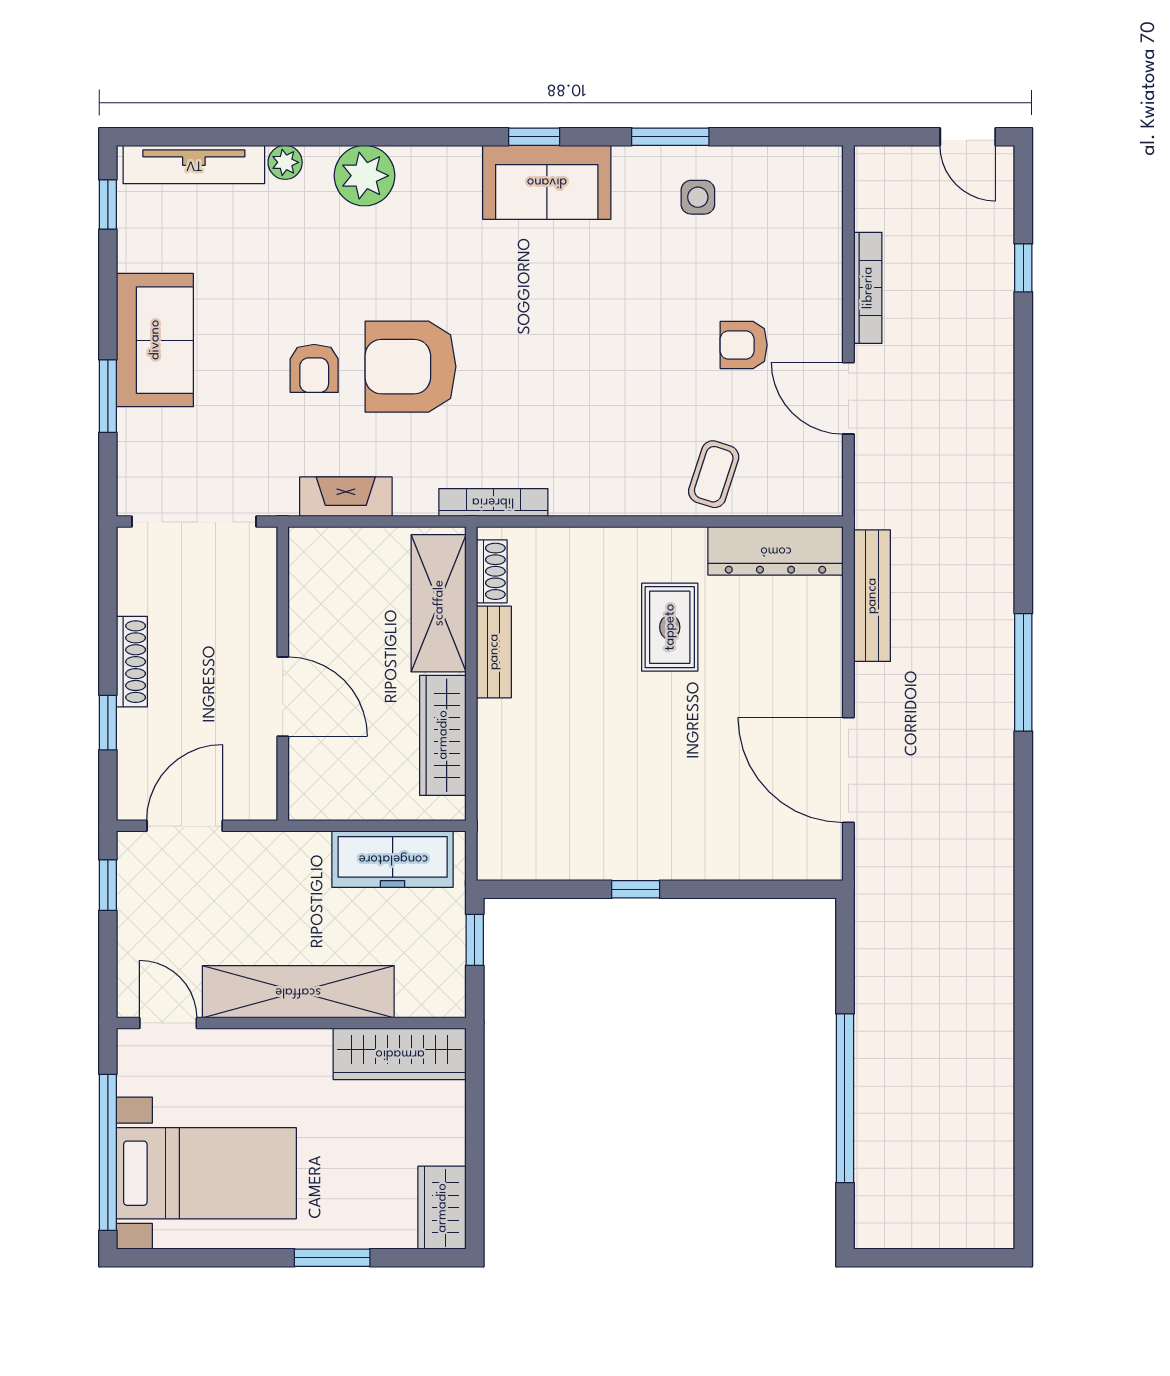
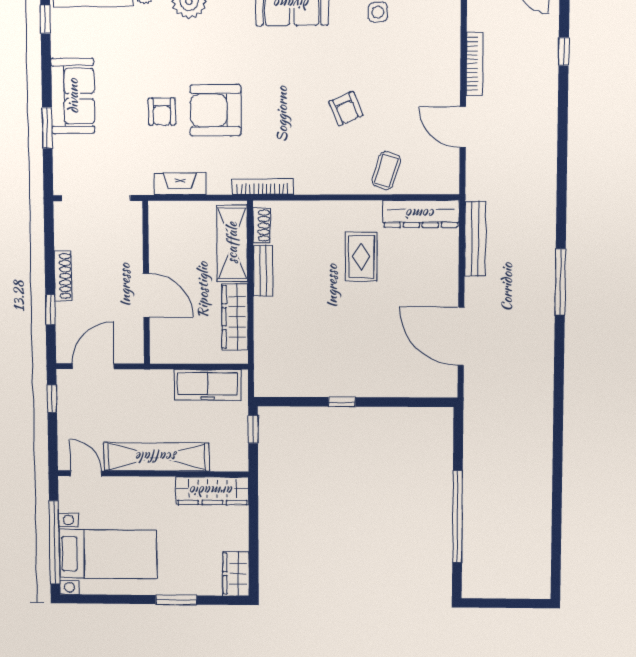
armchair: (744, 345) -> (346, 109), moved, turned -113

